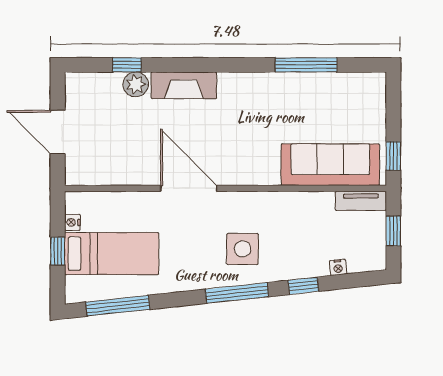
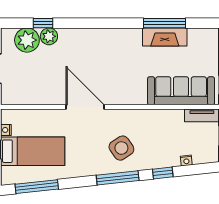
fireplace: (184, 85) -> (165, 37), moved
plant: (103, 90) -> (27, 40), added
side table: (242, 249) -> (121, 148), turned -34

